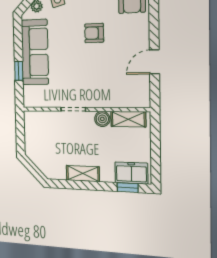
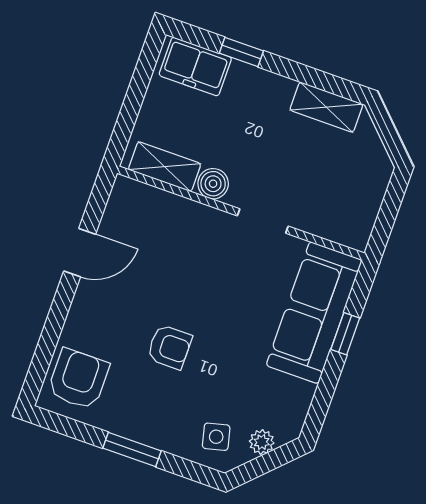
sofa: (35, 52) -> (314, 313), moved
shelving: (83, 173) -> (326, 107), moved
window: (128, 188) -> (241, 52), moved

